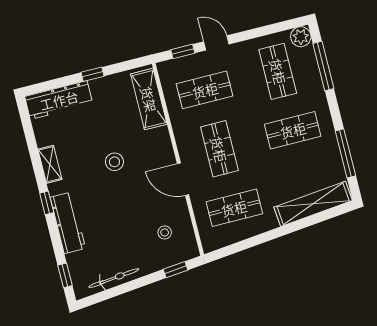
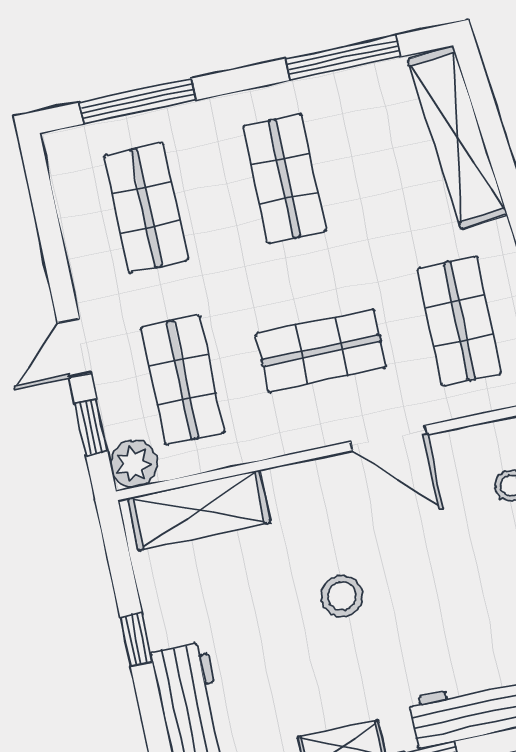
plant: (301, 37) -> (134, 464), moved
shop shelf: (278, 71) -> (146, 208), turned 90
door: (183, 179) -> (389, 438), hinge flipped

